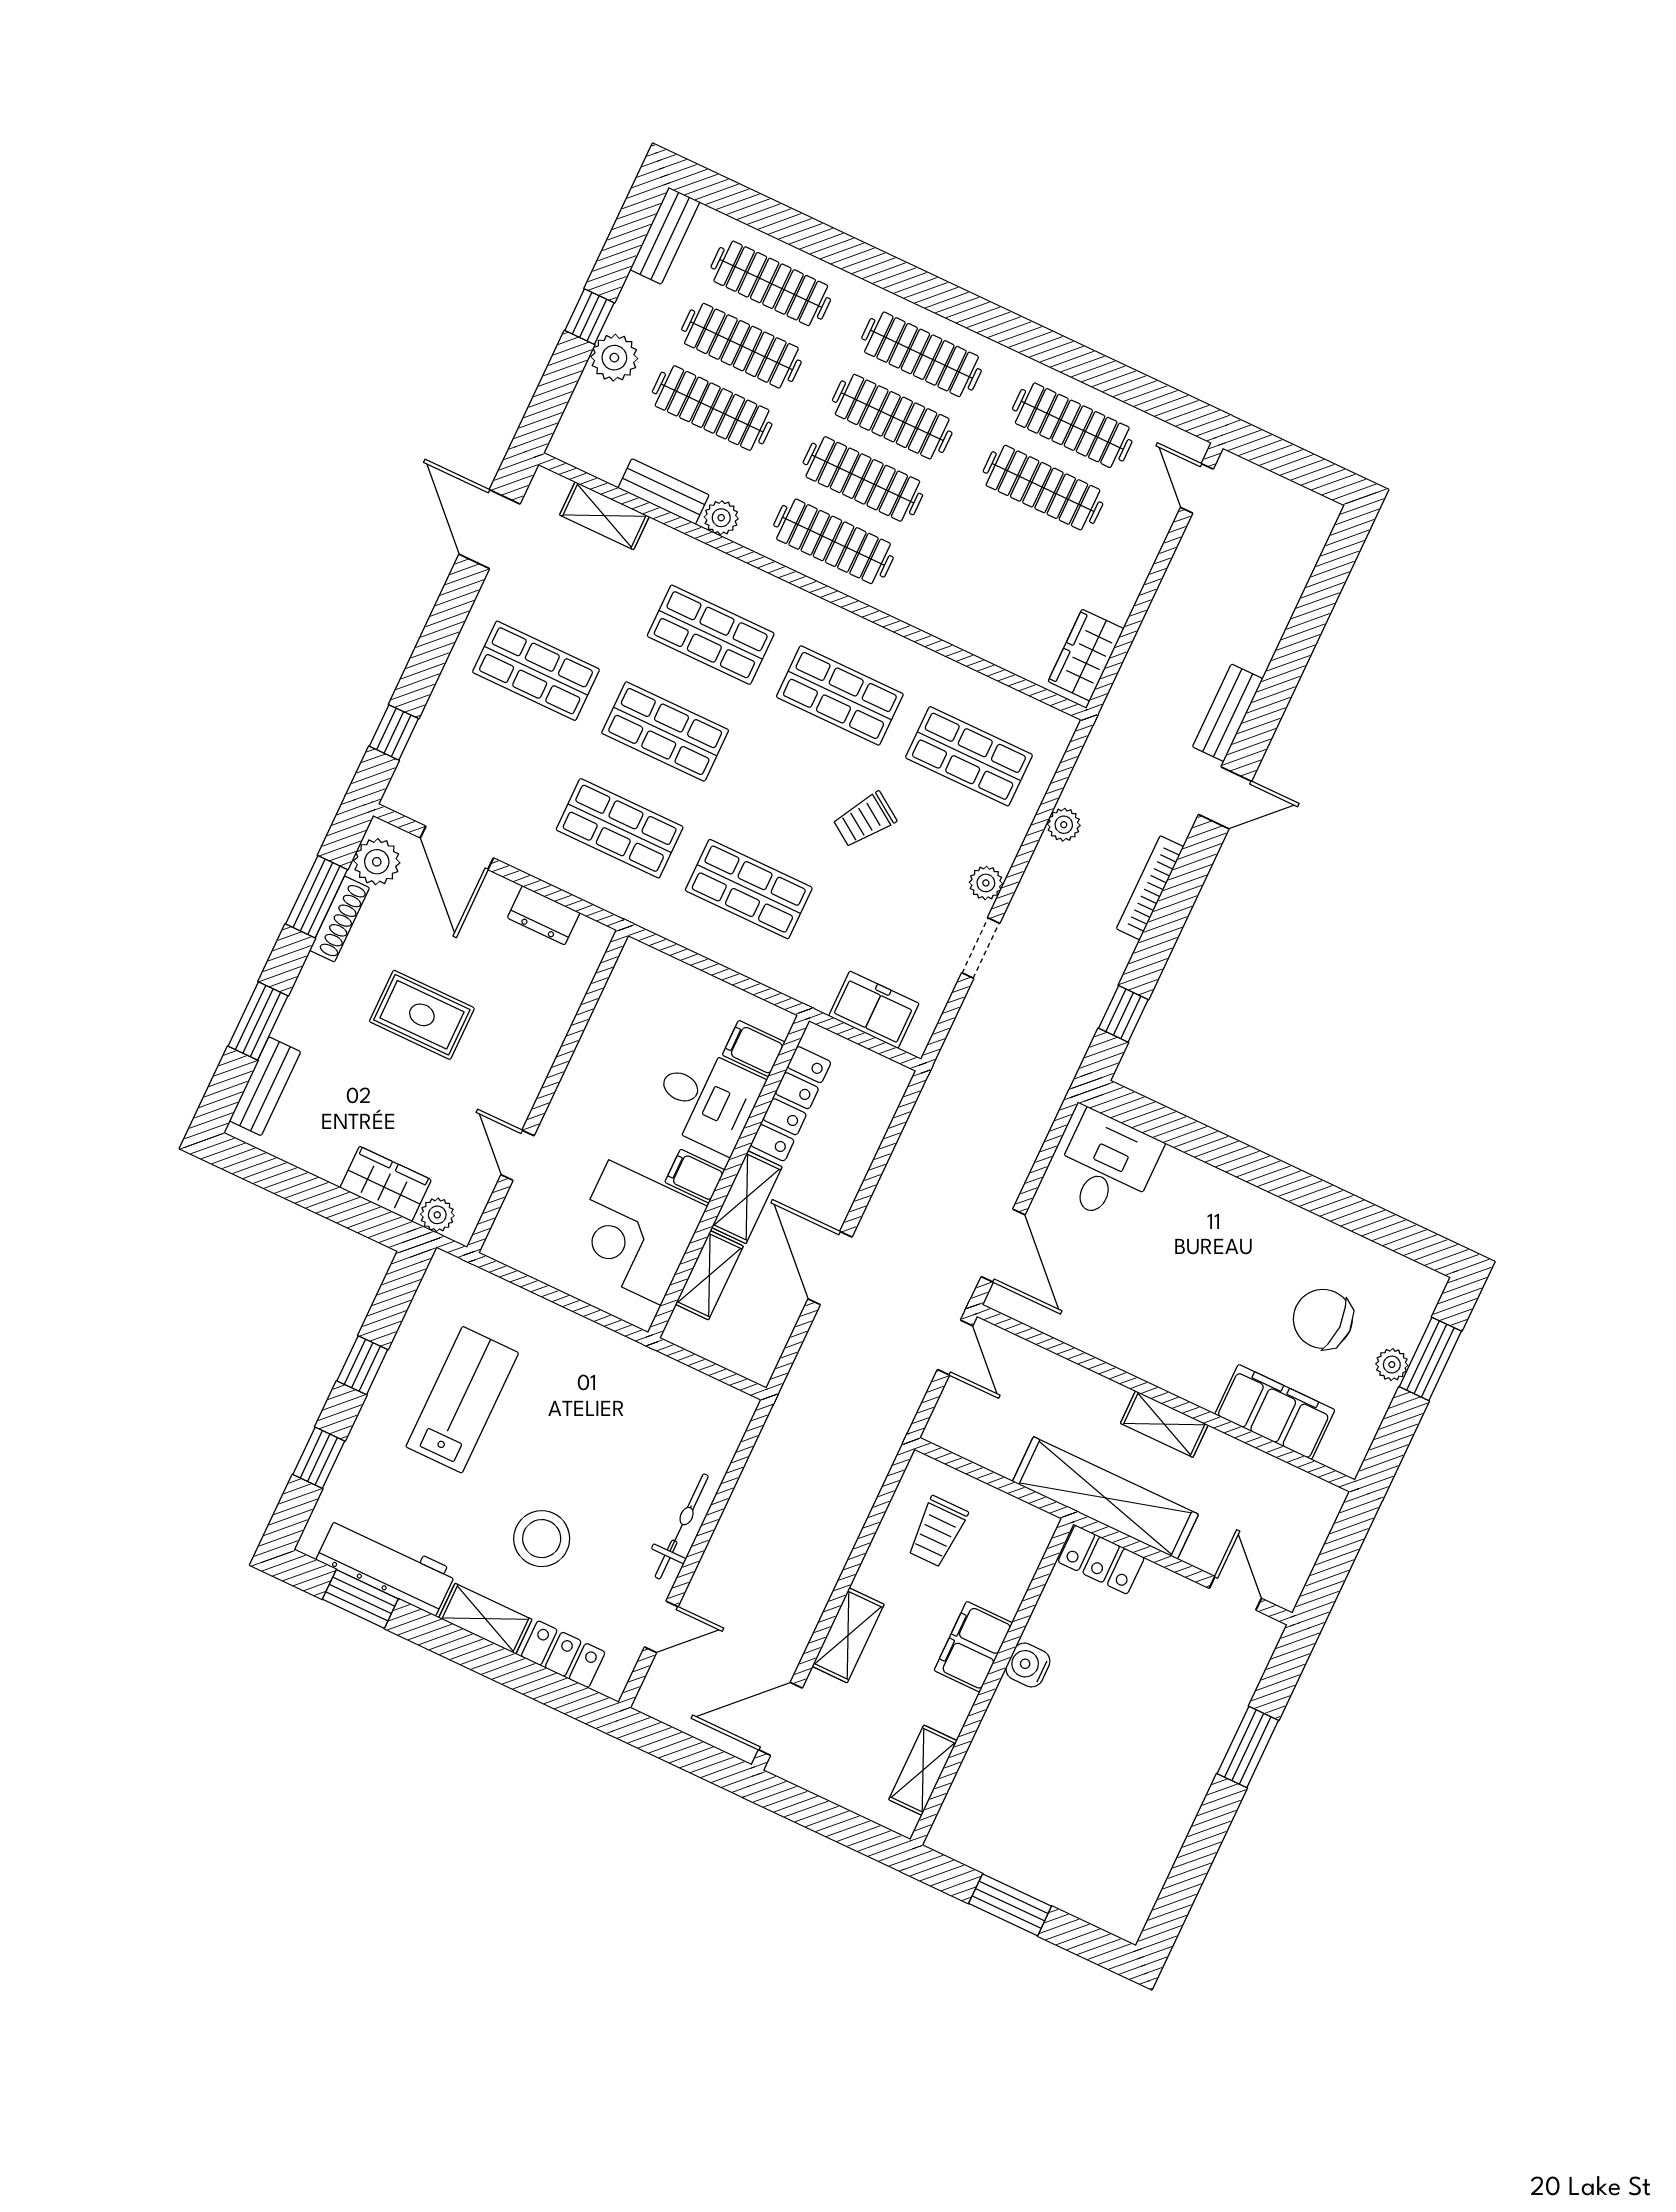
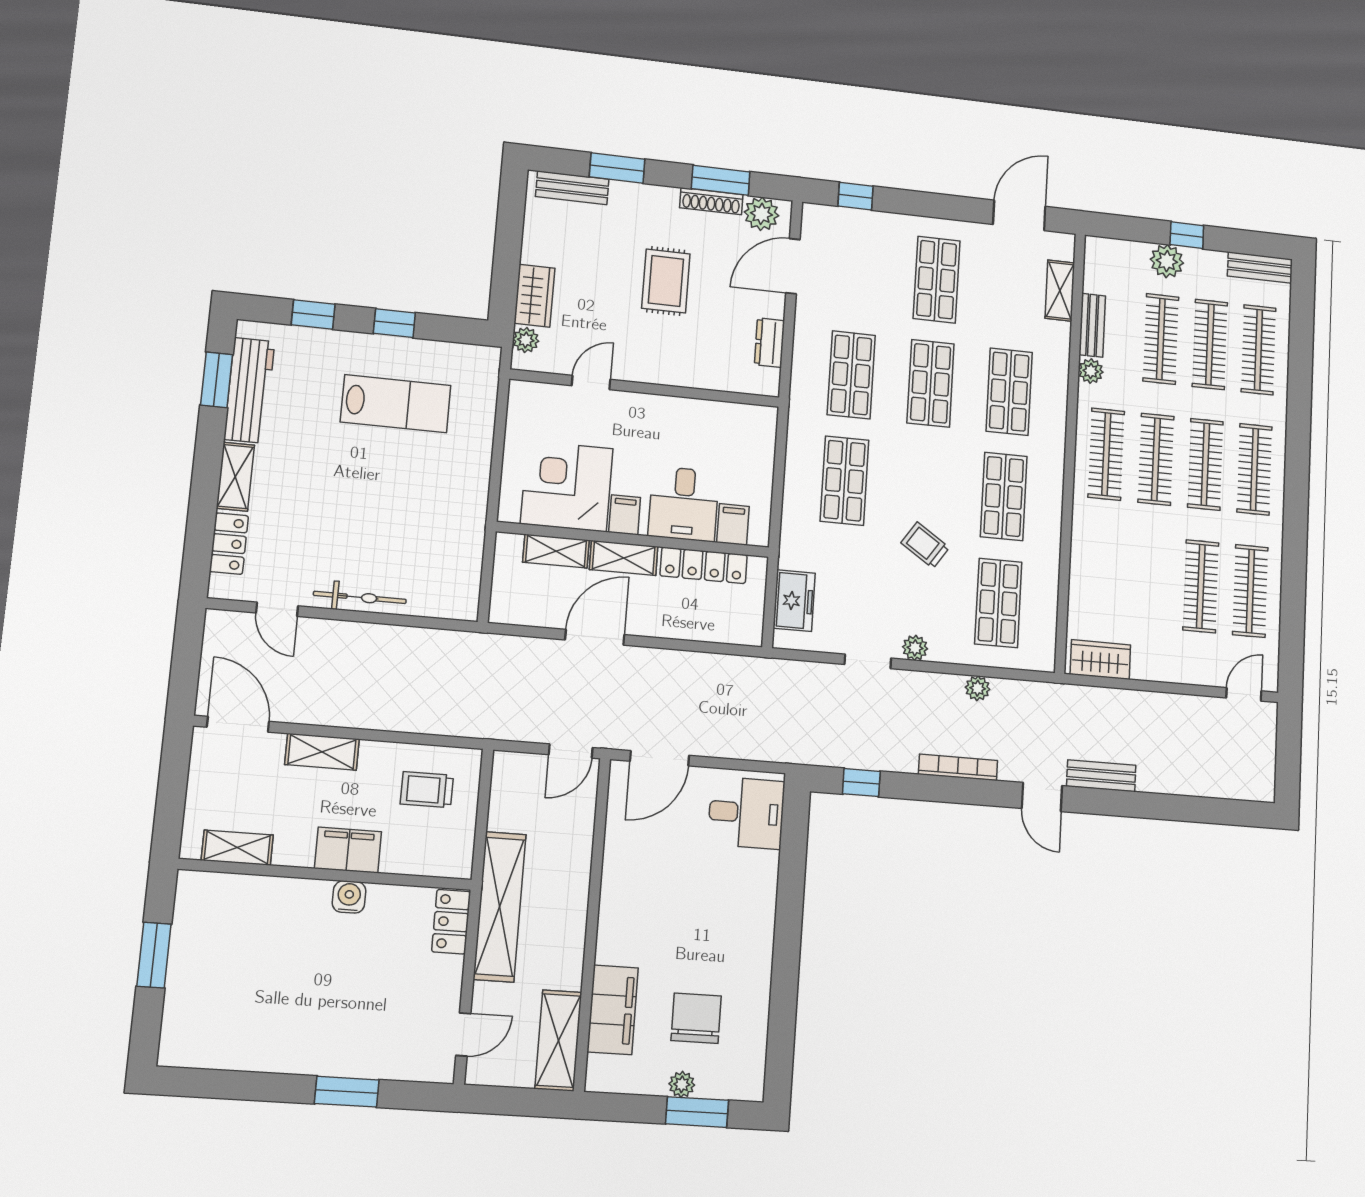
shelving: (1164, 1424) -> (558, 1041), moved, width x1.50, depth x1.33
stool: (542, 1539) -> (312, 497), removed

